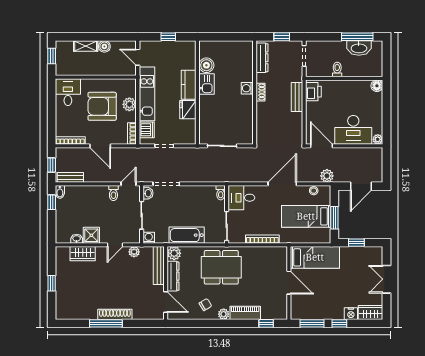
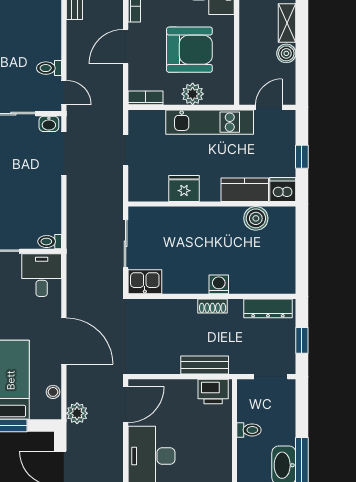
kitchen sink: (207, 84) -> (145, 282), moved, turned 180
kitchen counter: (189, 85) -> (245, 190), moved
armchair: (102, 106) -> (189, 50), turned 90
dishwasher: (147, 130) -> (283, 189), moved, turned 180

